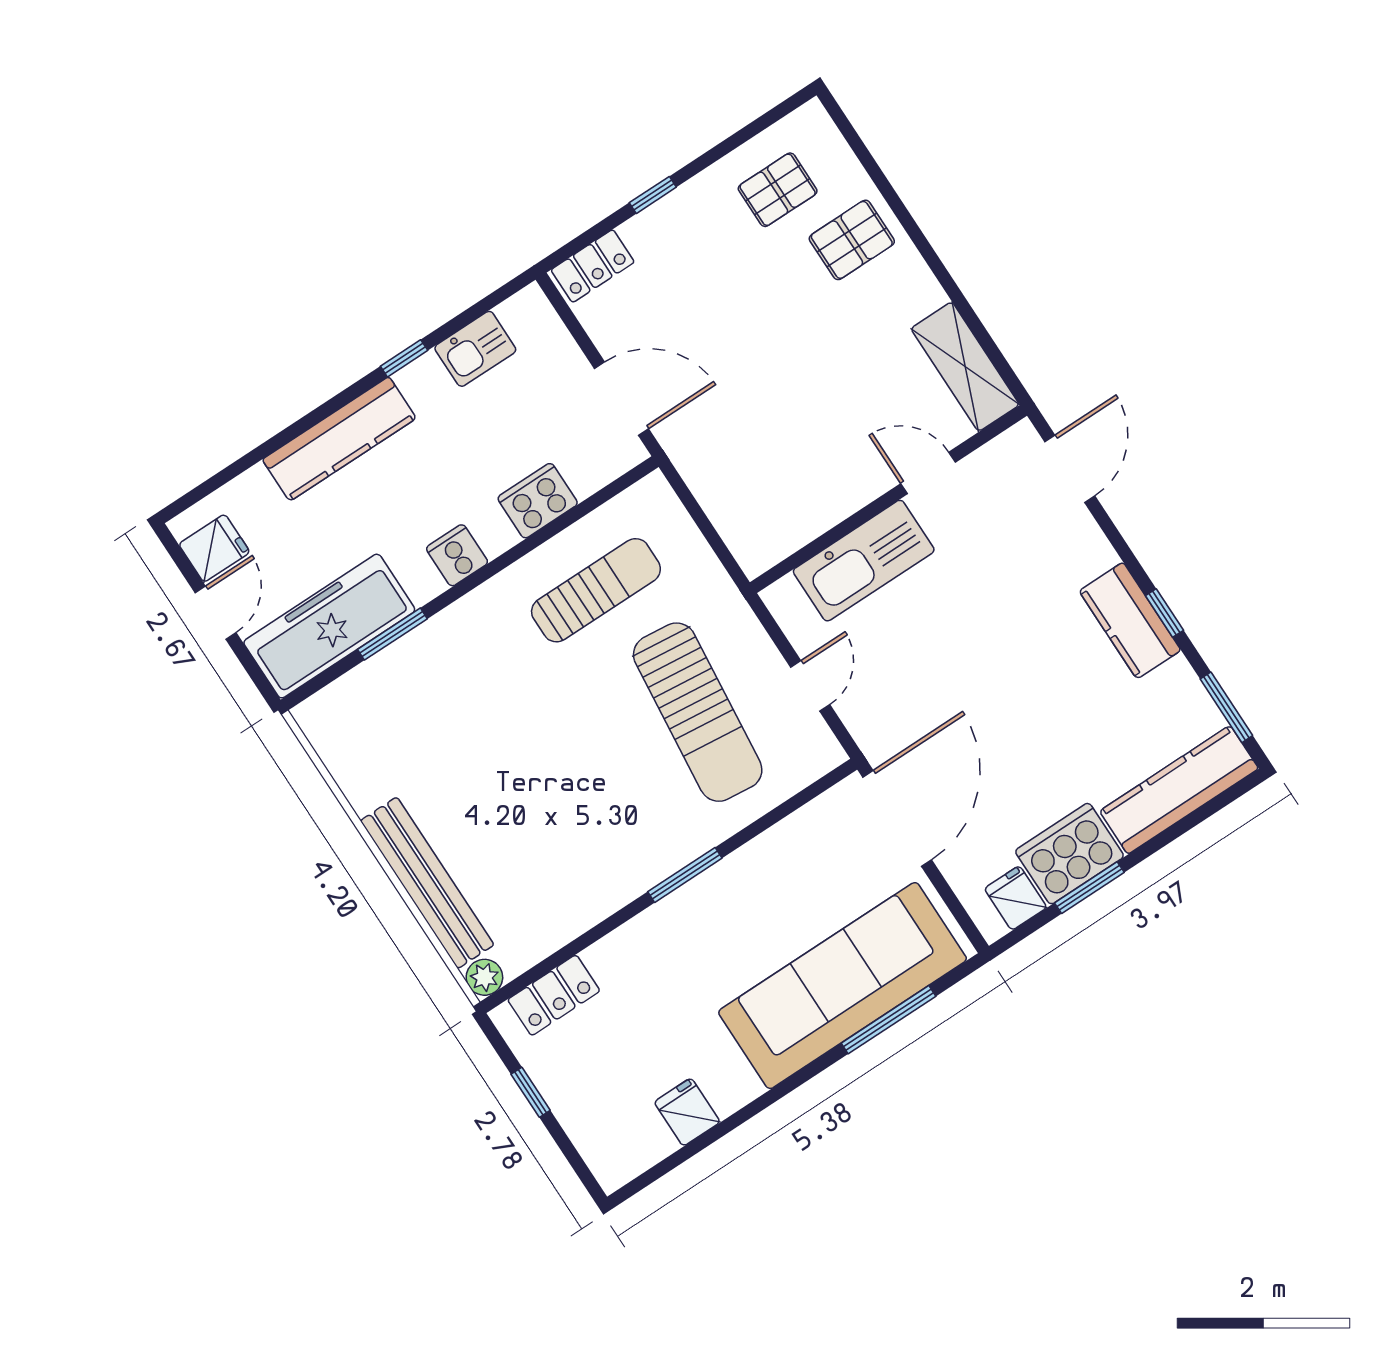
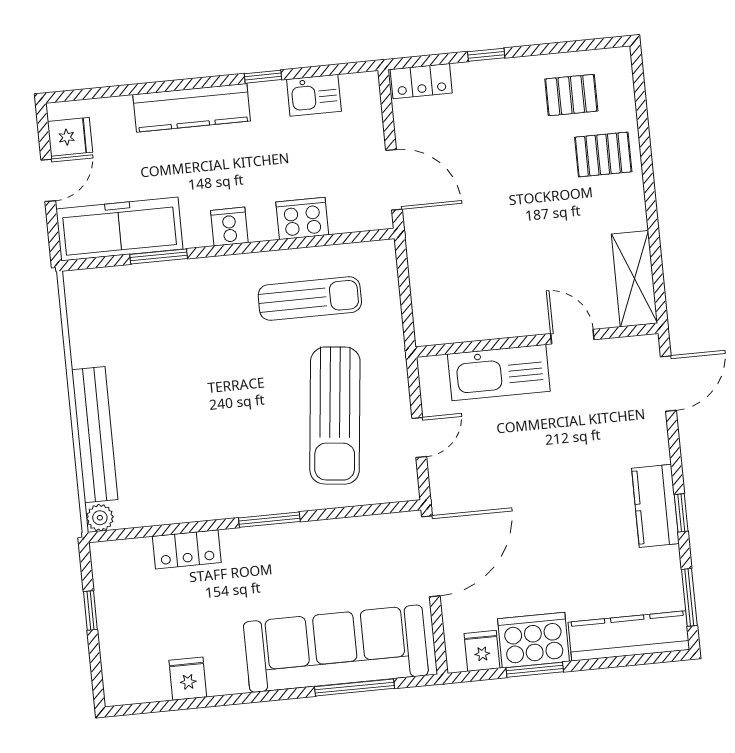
locker: (554, 995) -> (187, 549), moved

